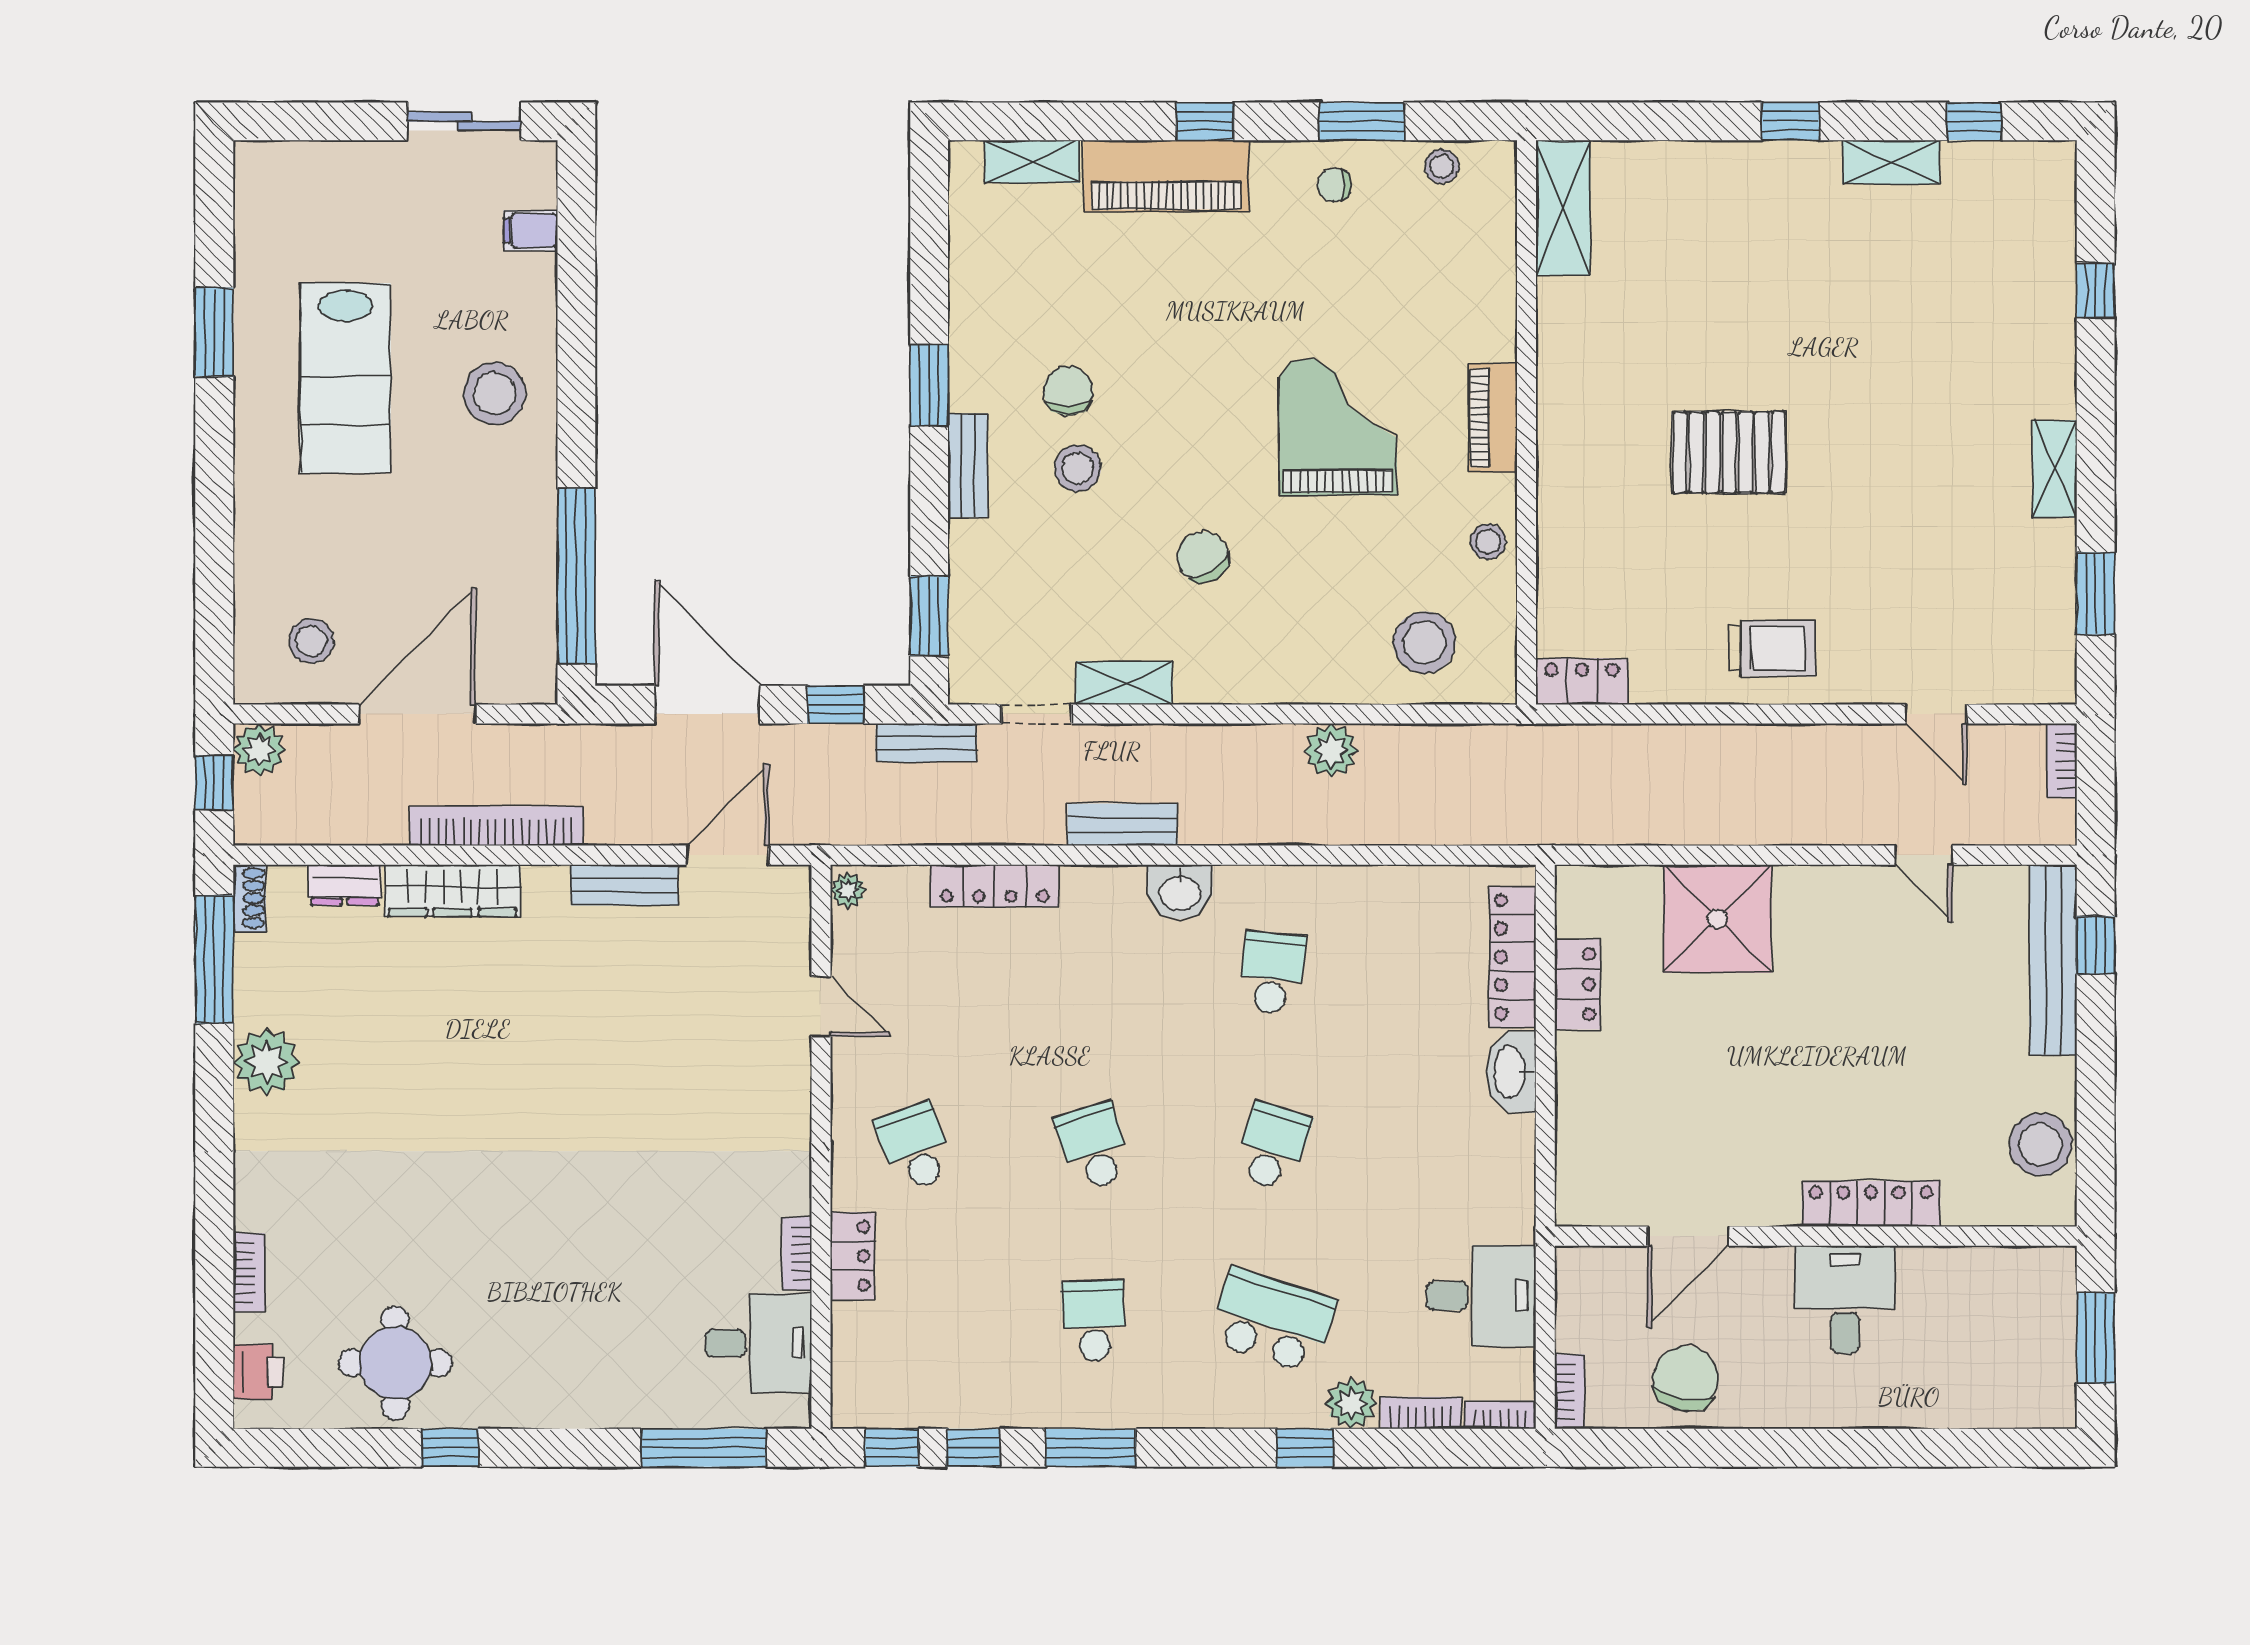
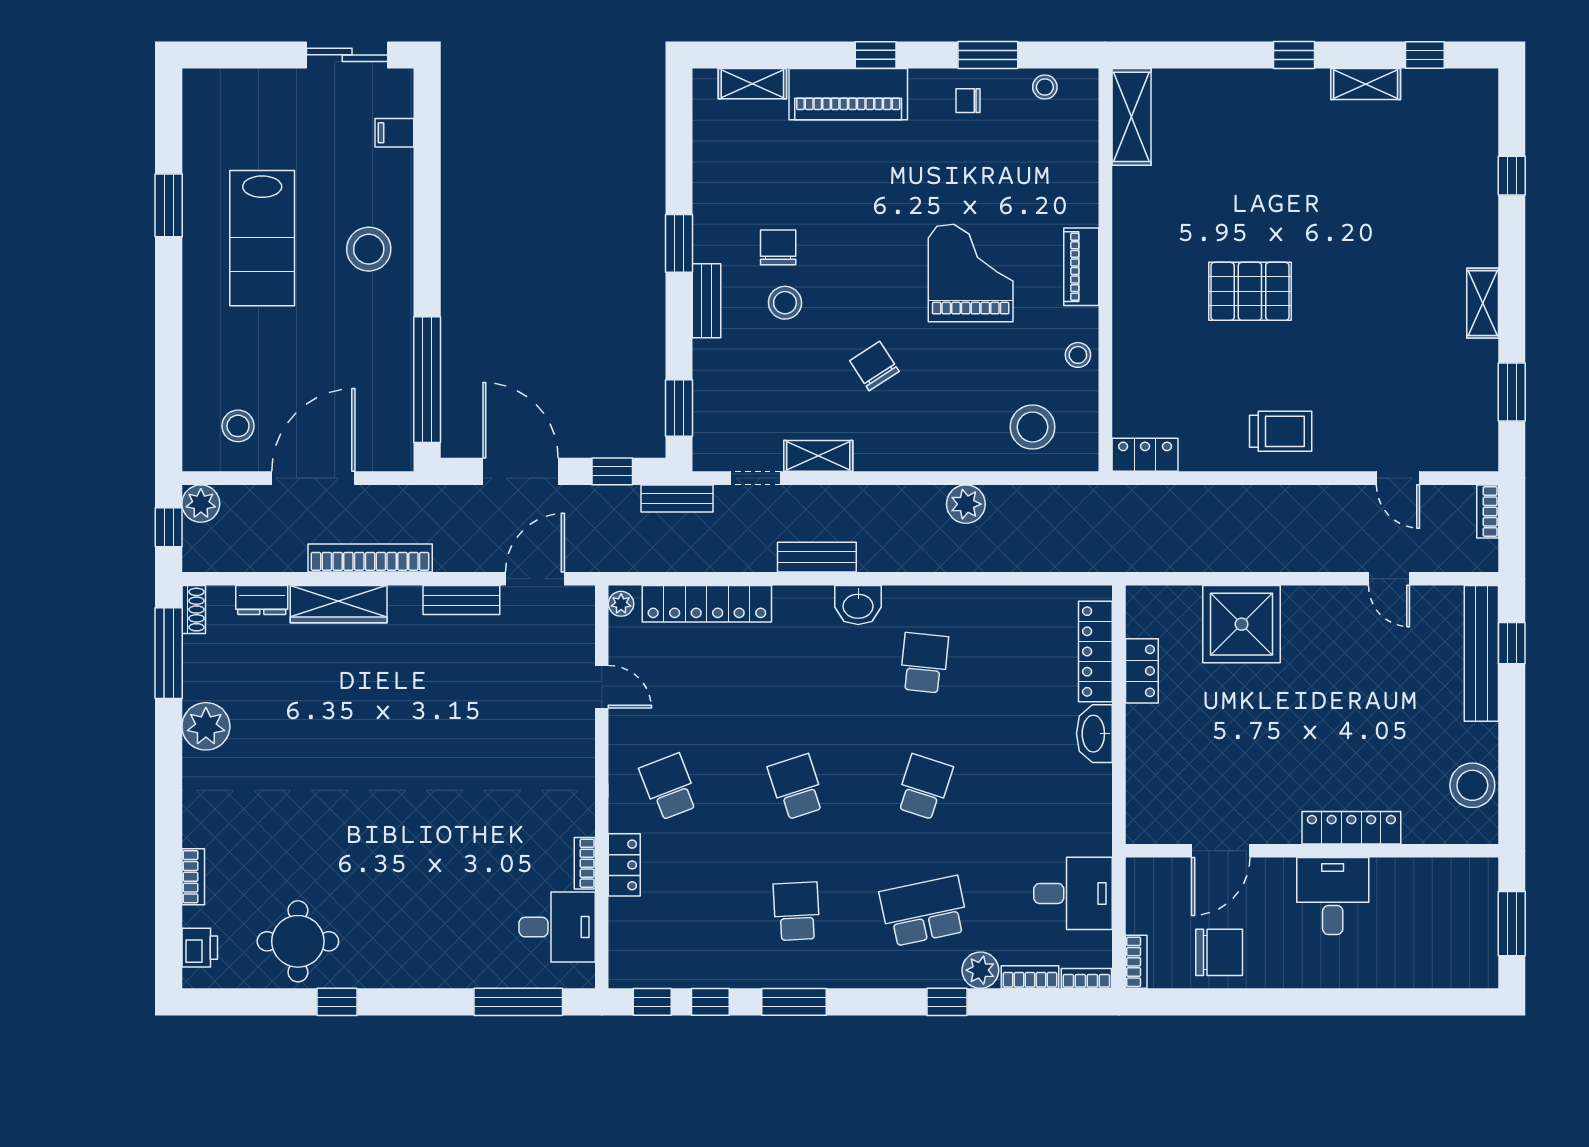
locker: (995, 886) -> (707, 604), width x1.41, depth x1.21
school desk: (1272, 1321) -> (924, 911), turned -30
chair: (1686, 1378) -> (1219, 952), turned 79

